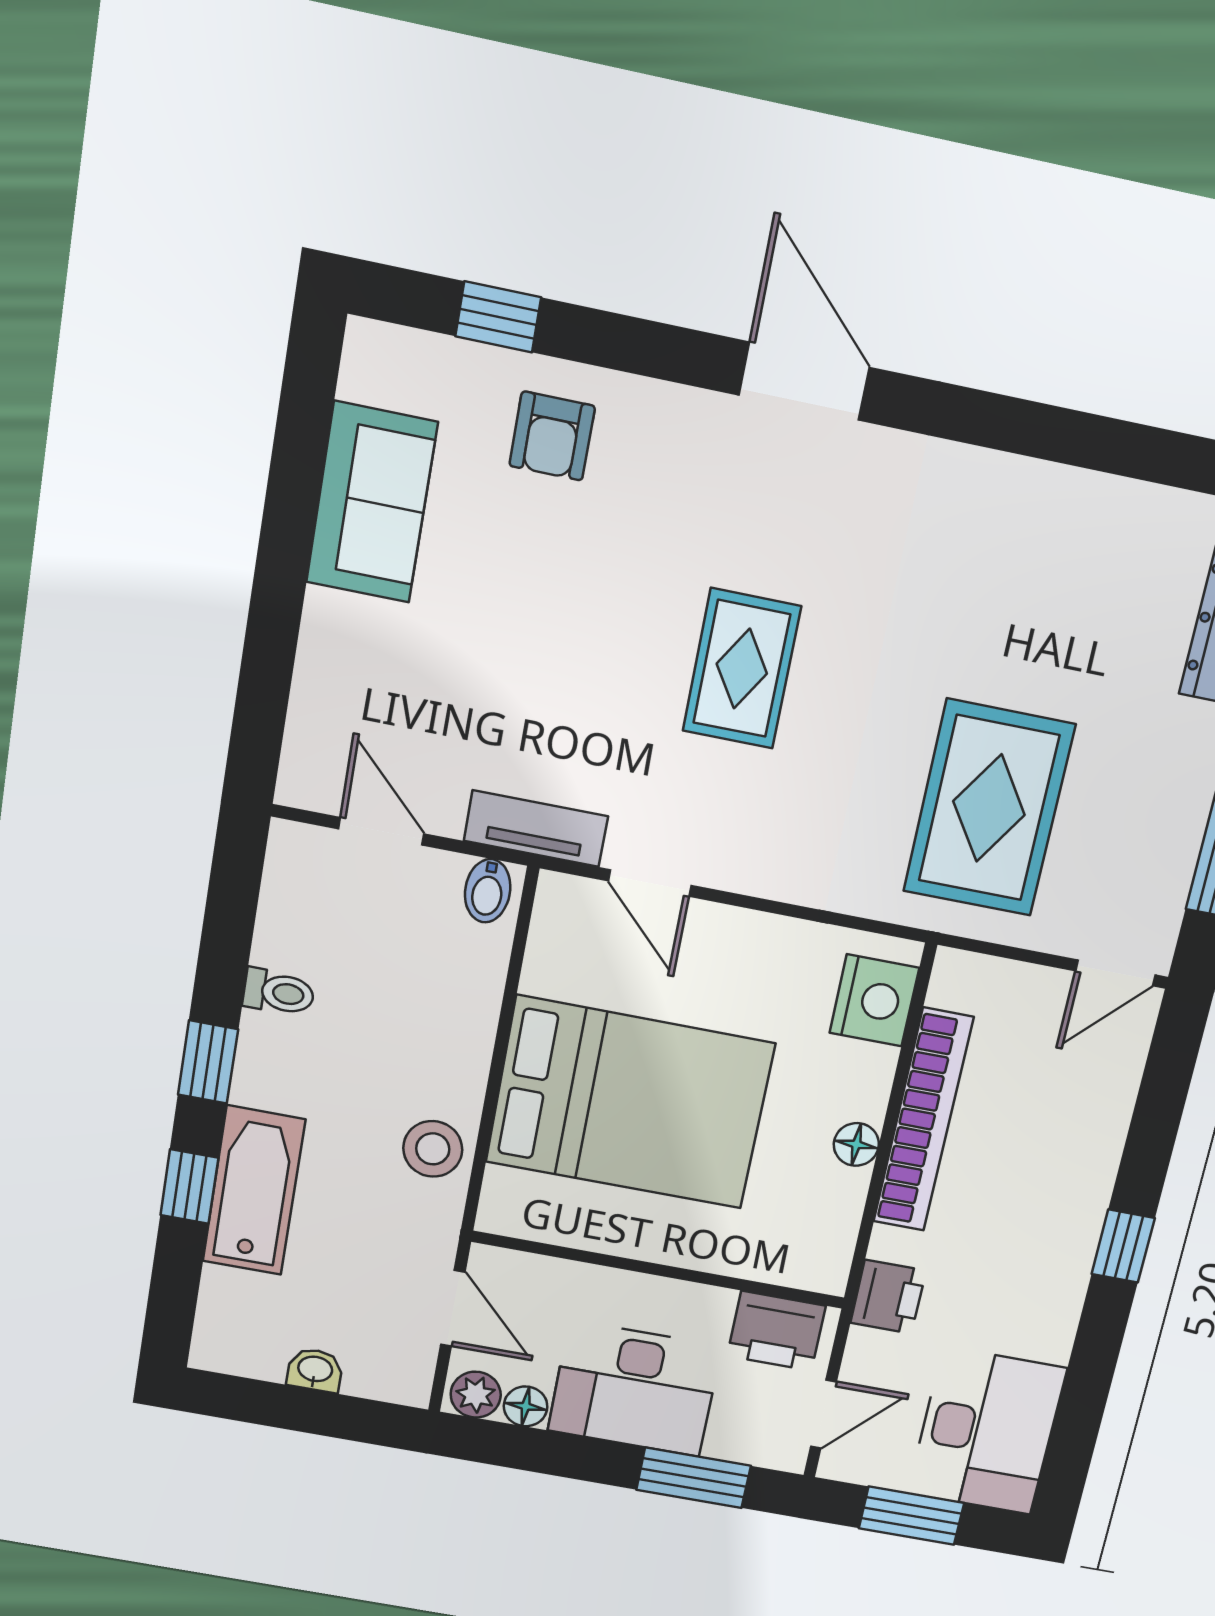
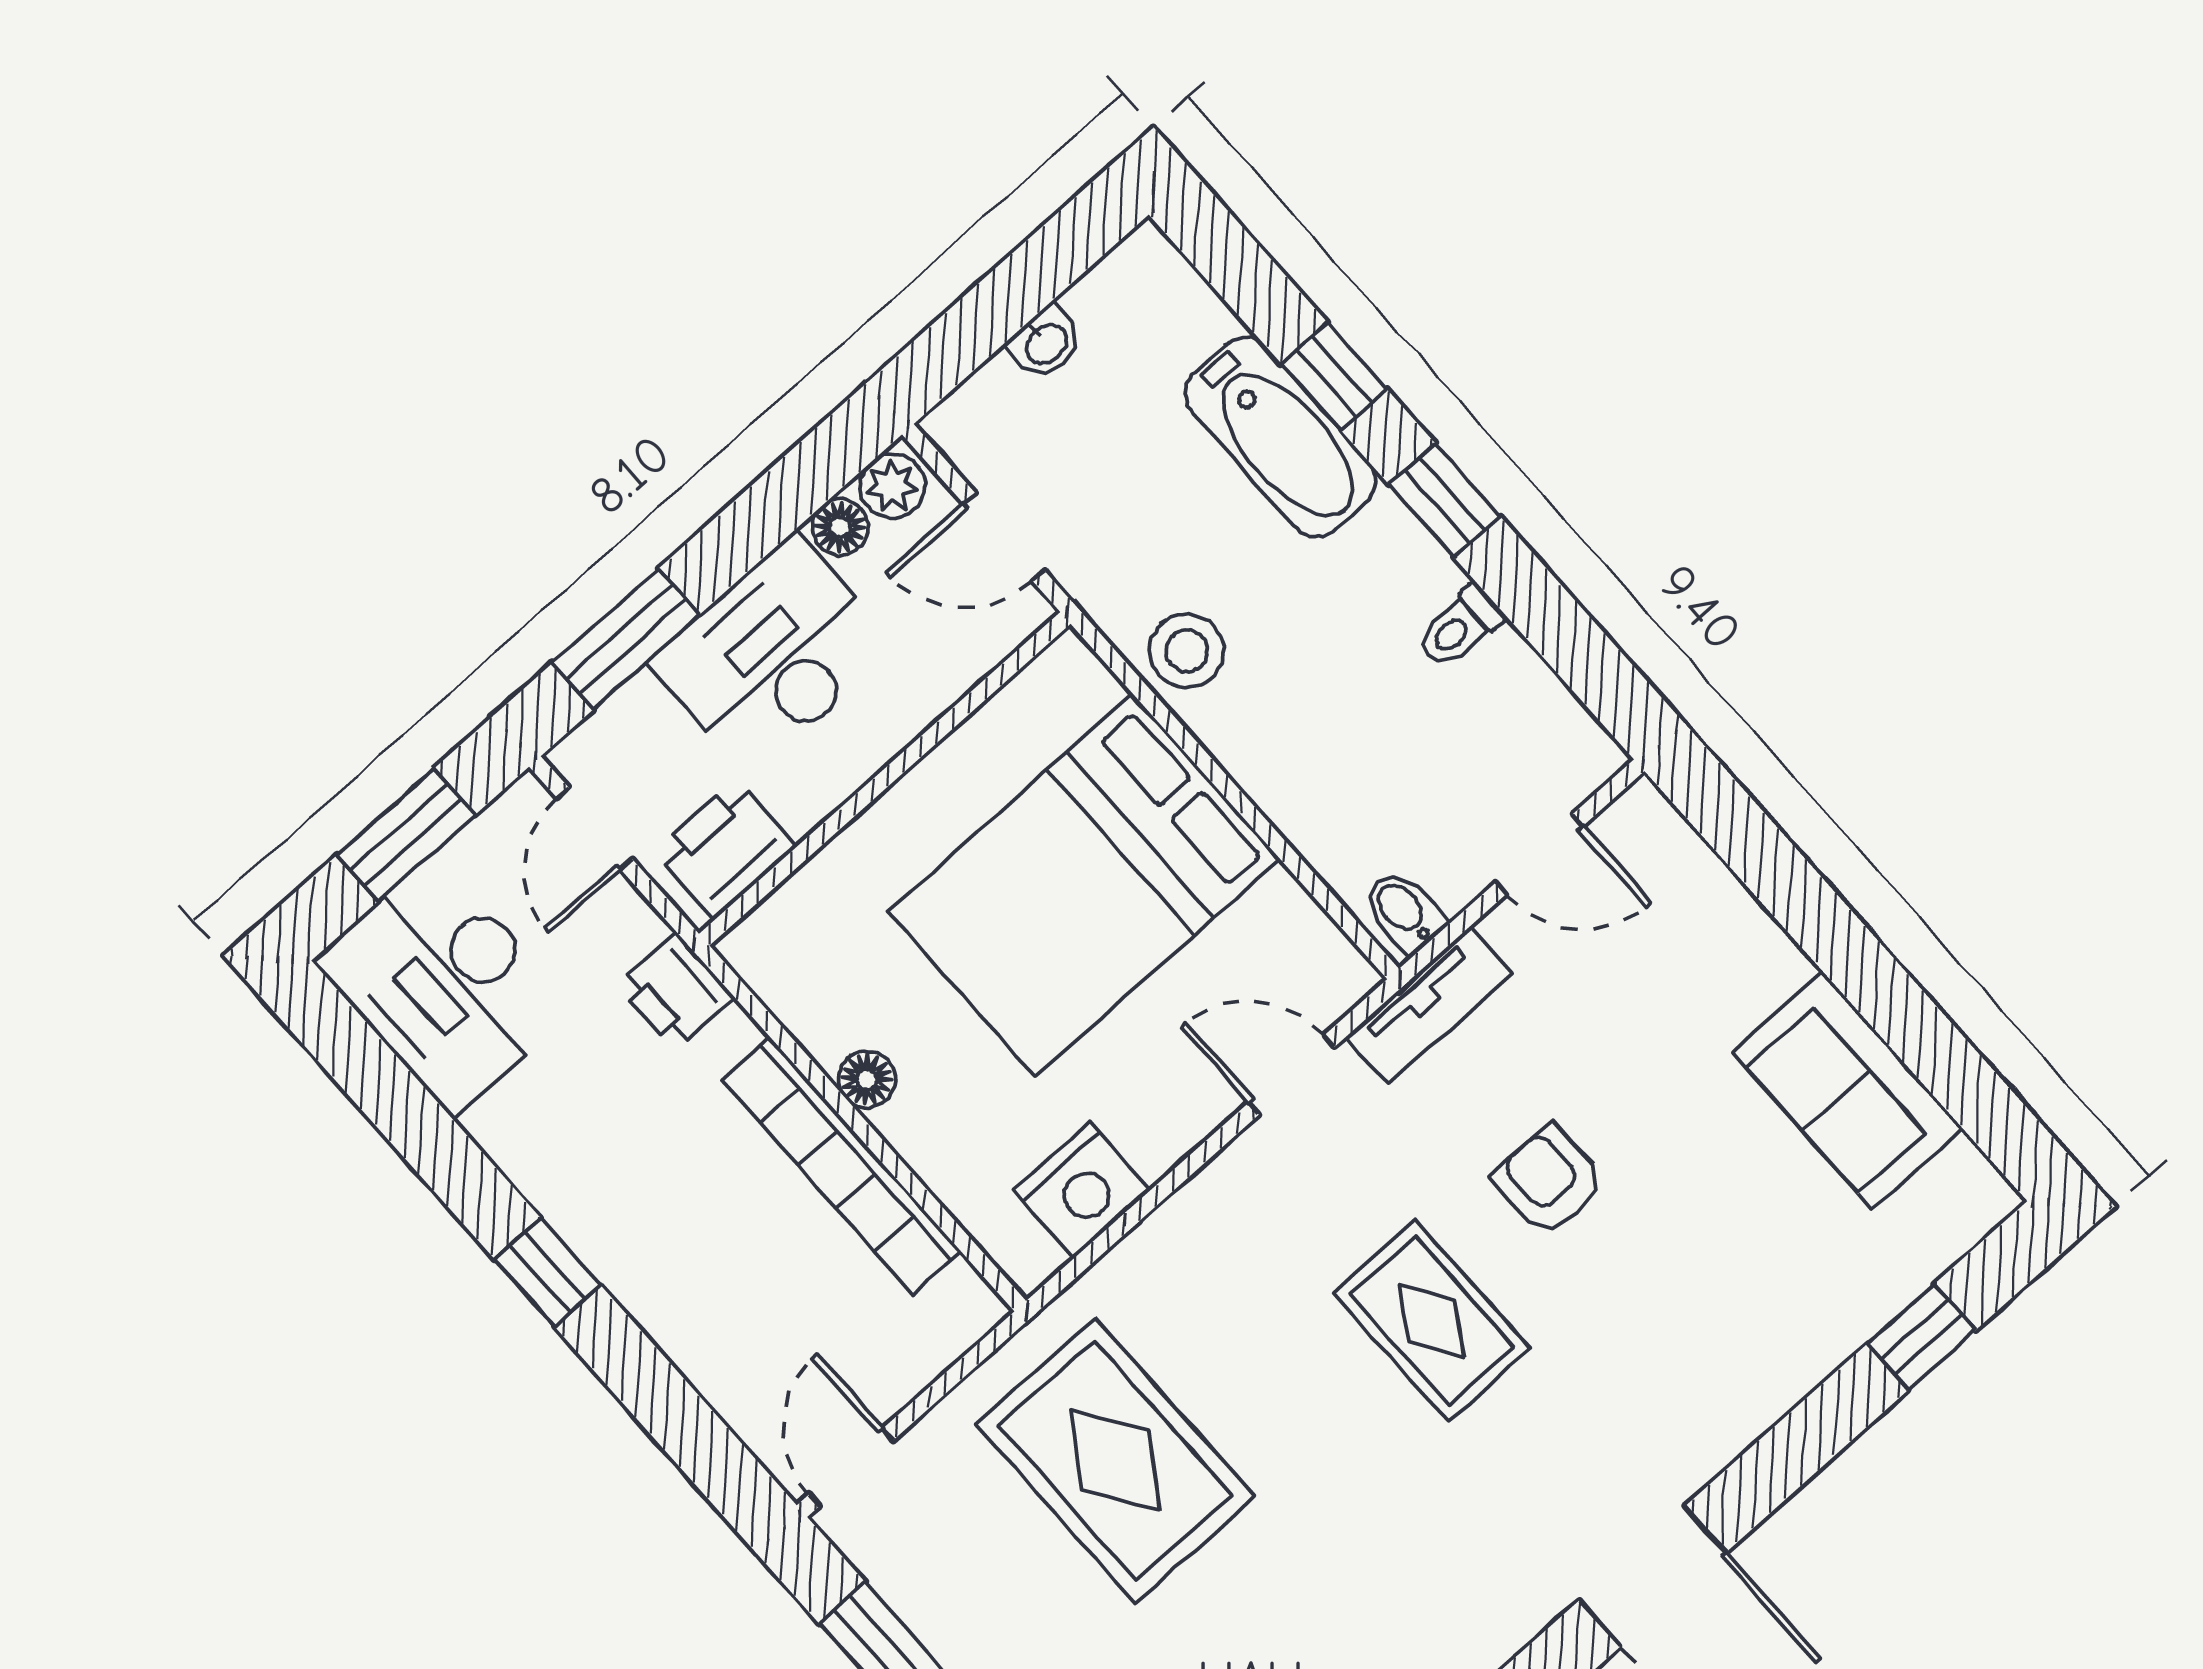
armchair: (552, 436) -> (1549, 1181), moved
nightstand: (874, 1000) -> (1082, 1190), moved, turned -90

